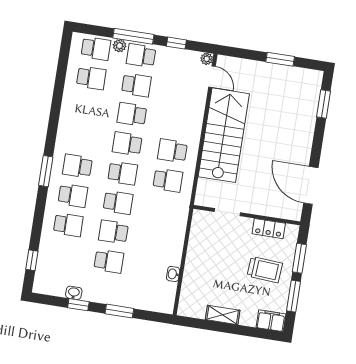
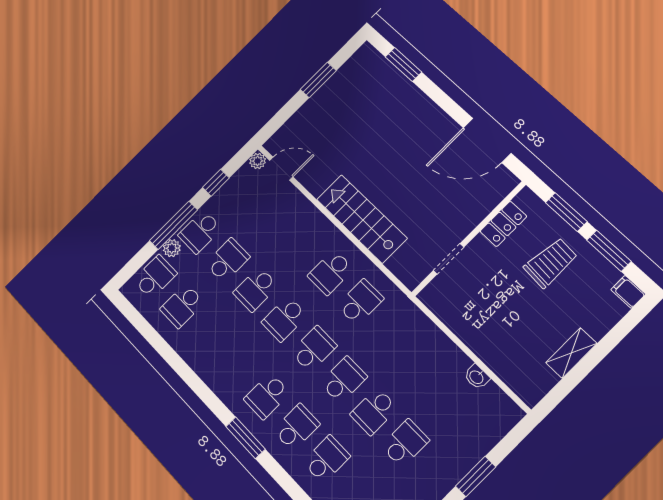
school desk: (91, 78) -> (182, 306), turned 180
stairs: (224, 135) -> (362, 219), width x0.73, depth x0.66
filing cabinet: (271, 321) -> (628, 292), width x0.50

